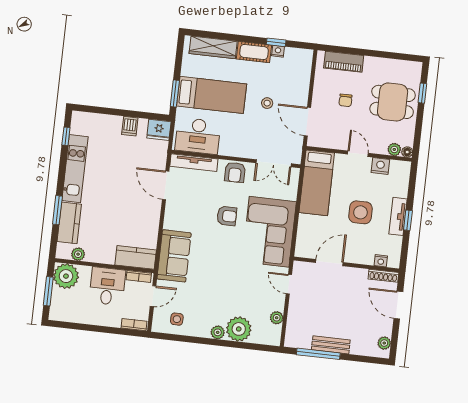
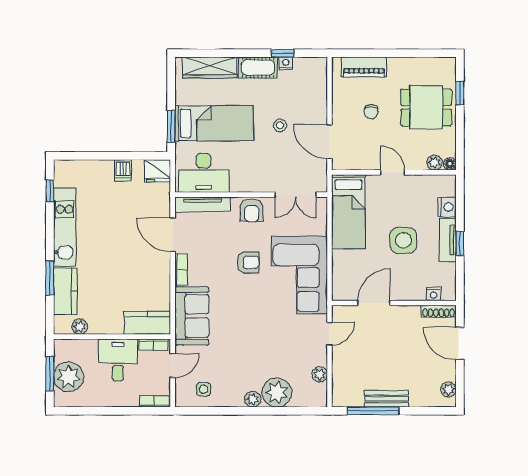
nightstand: (380, 166) -> (447, 207), moved, turned 90
bookcase: (170, 216) -> (181, 269), added
plant: (66, 276) -> (69, 377), moved
door: (289, 284) -> (330, 334), swing flipped

